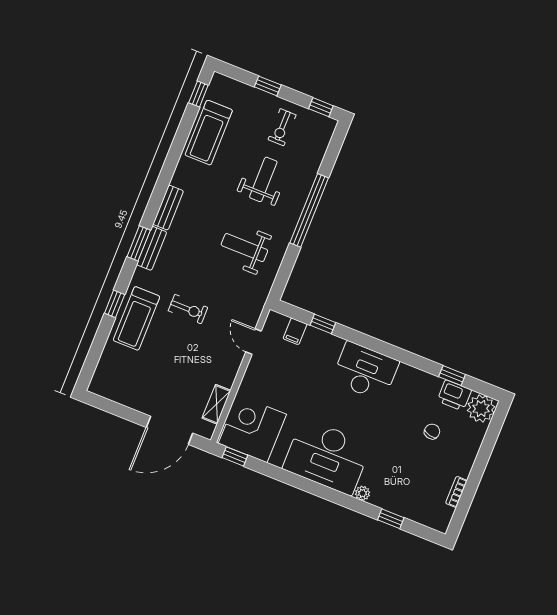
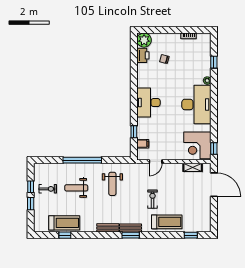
window: (198, 94) -> (65, 235), moved
window: (321, 107) -> (31, 187), moved
window: (115, 304) -> (191, 235), moved
window: (452, 376) -> (134, 60), removed

